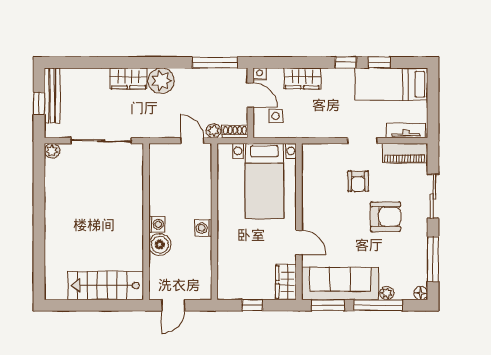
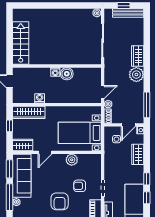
plant: (312, 195) -> (72, 160), added
washing machine: (203, 228) -> (40, 98), moved
boiler: (160, 245) -> (67, 74), moved
wardrobe: (228, 271) -> (29, 112), added

